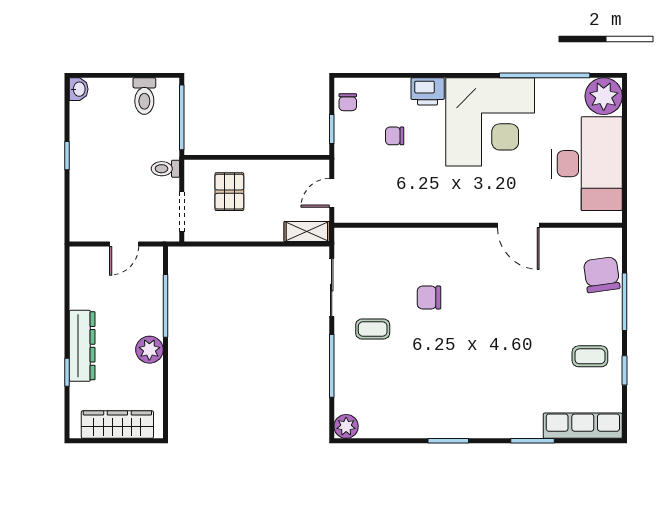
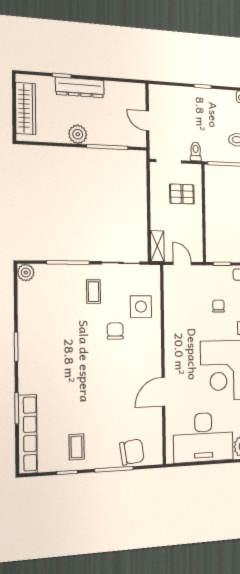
side table: (394, 258) -> (141, 307), added
row of seats: (583, 426) -> (28, 434), width x1.36

